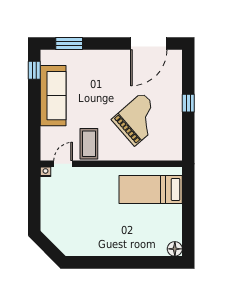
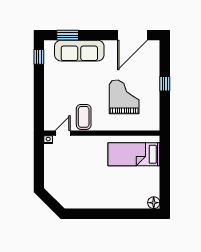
sofa: (53, 96) -> (79, 51), moved, turned 90
grand piano: (139, 119) -> (124, 97), turned -49

